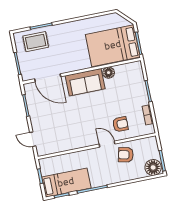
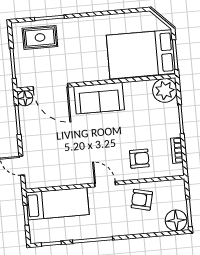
plant: (134, 71) -> (165, 90), added
floor lamp: (109, 73) -> (25, 98), moved
door: (107, 144) -> (105, 184), moved
bed: (66, 183) -> (57, 204), moved

